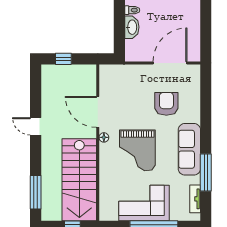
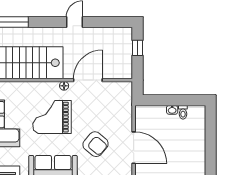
washbasin: (132, 27) -> (172, 110), width x0.52, depth x0.69
armchair: (166, 104) -> (96, 144), turned 40

